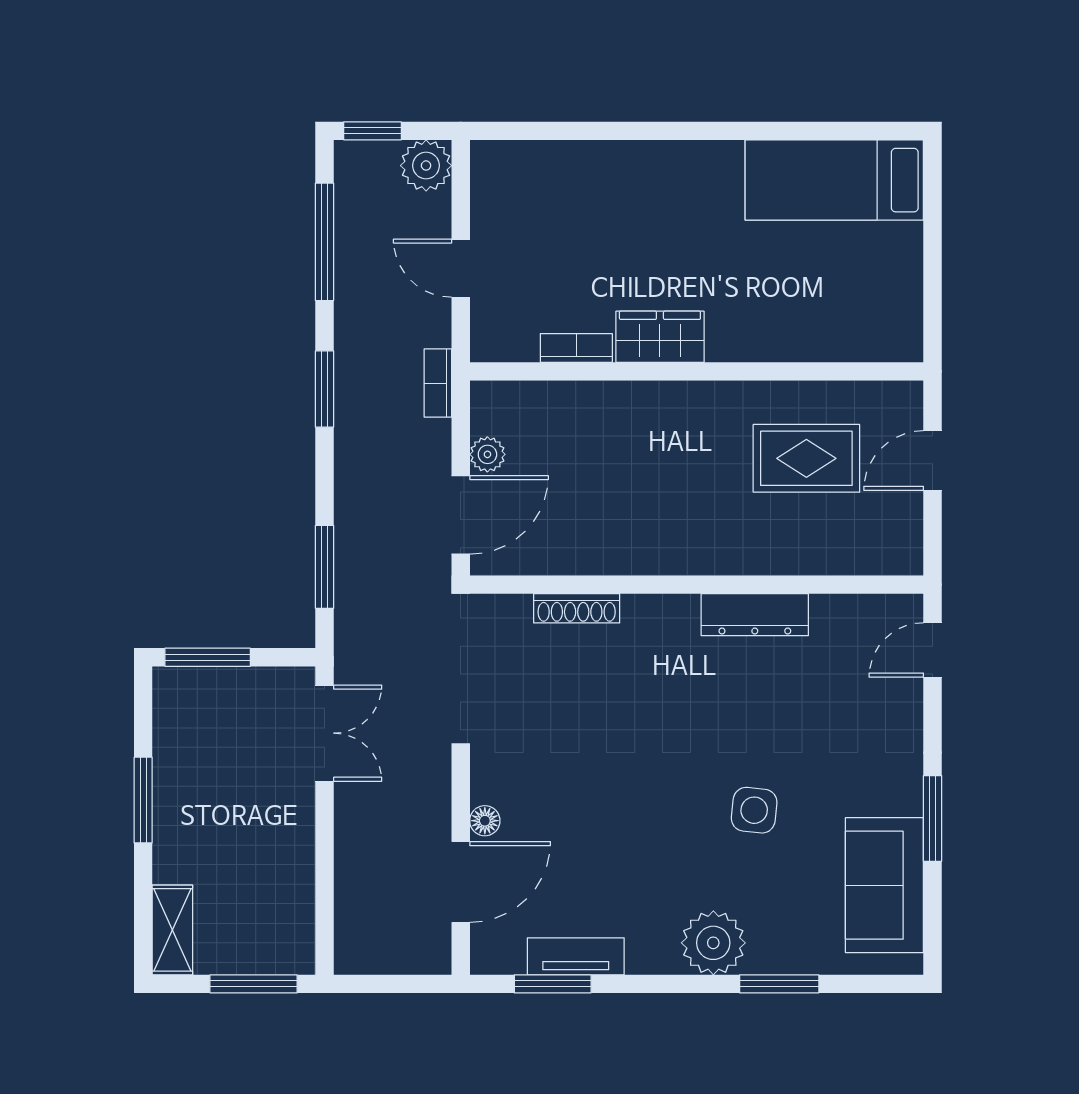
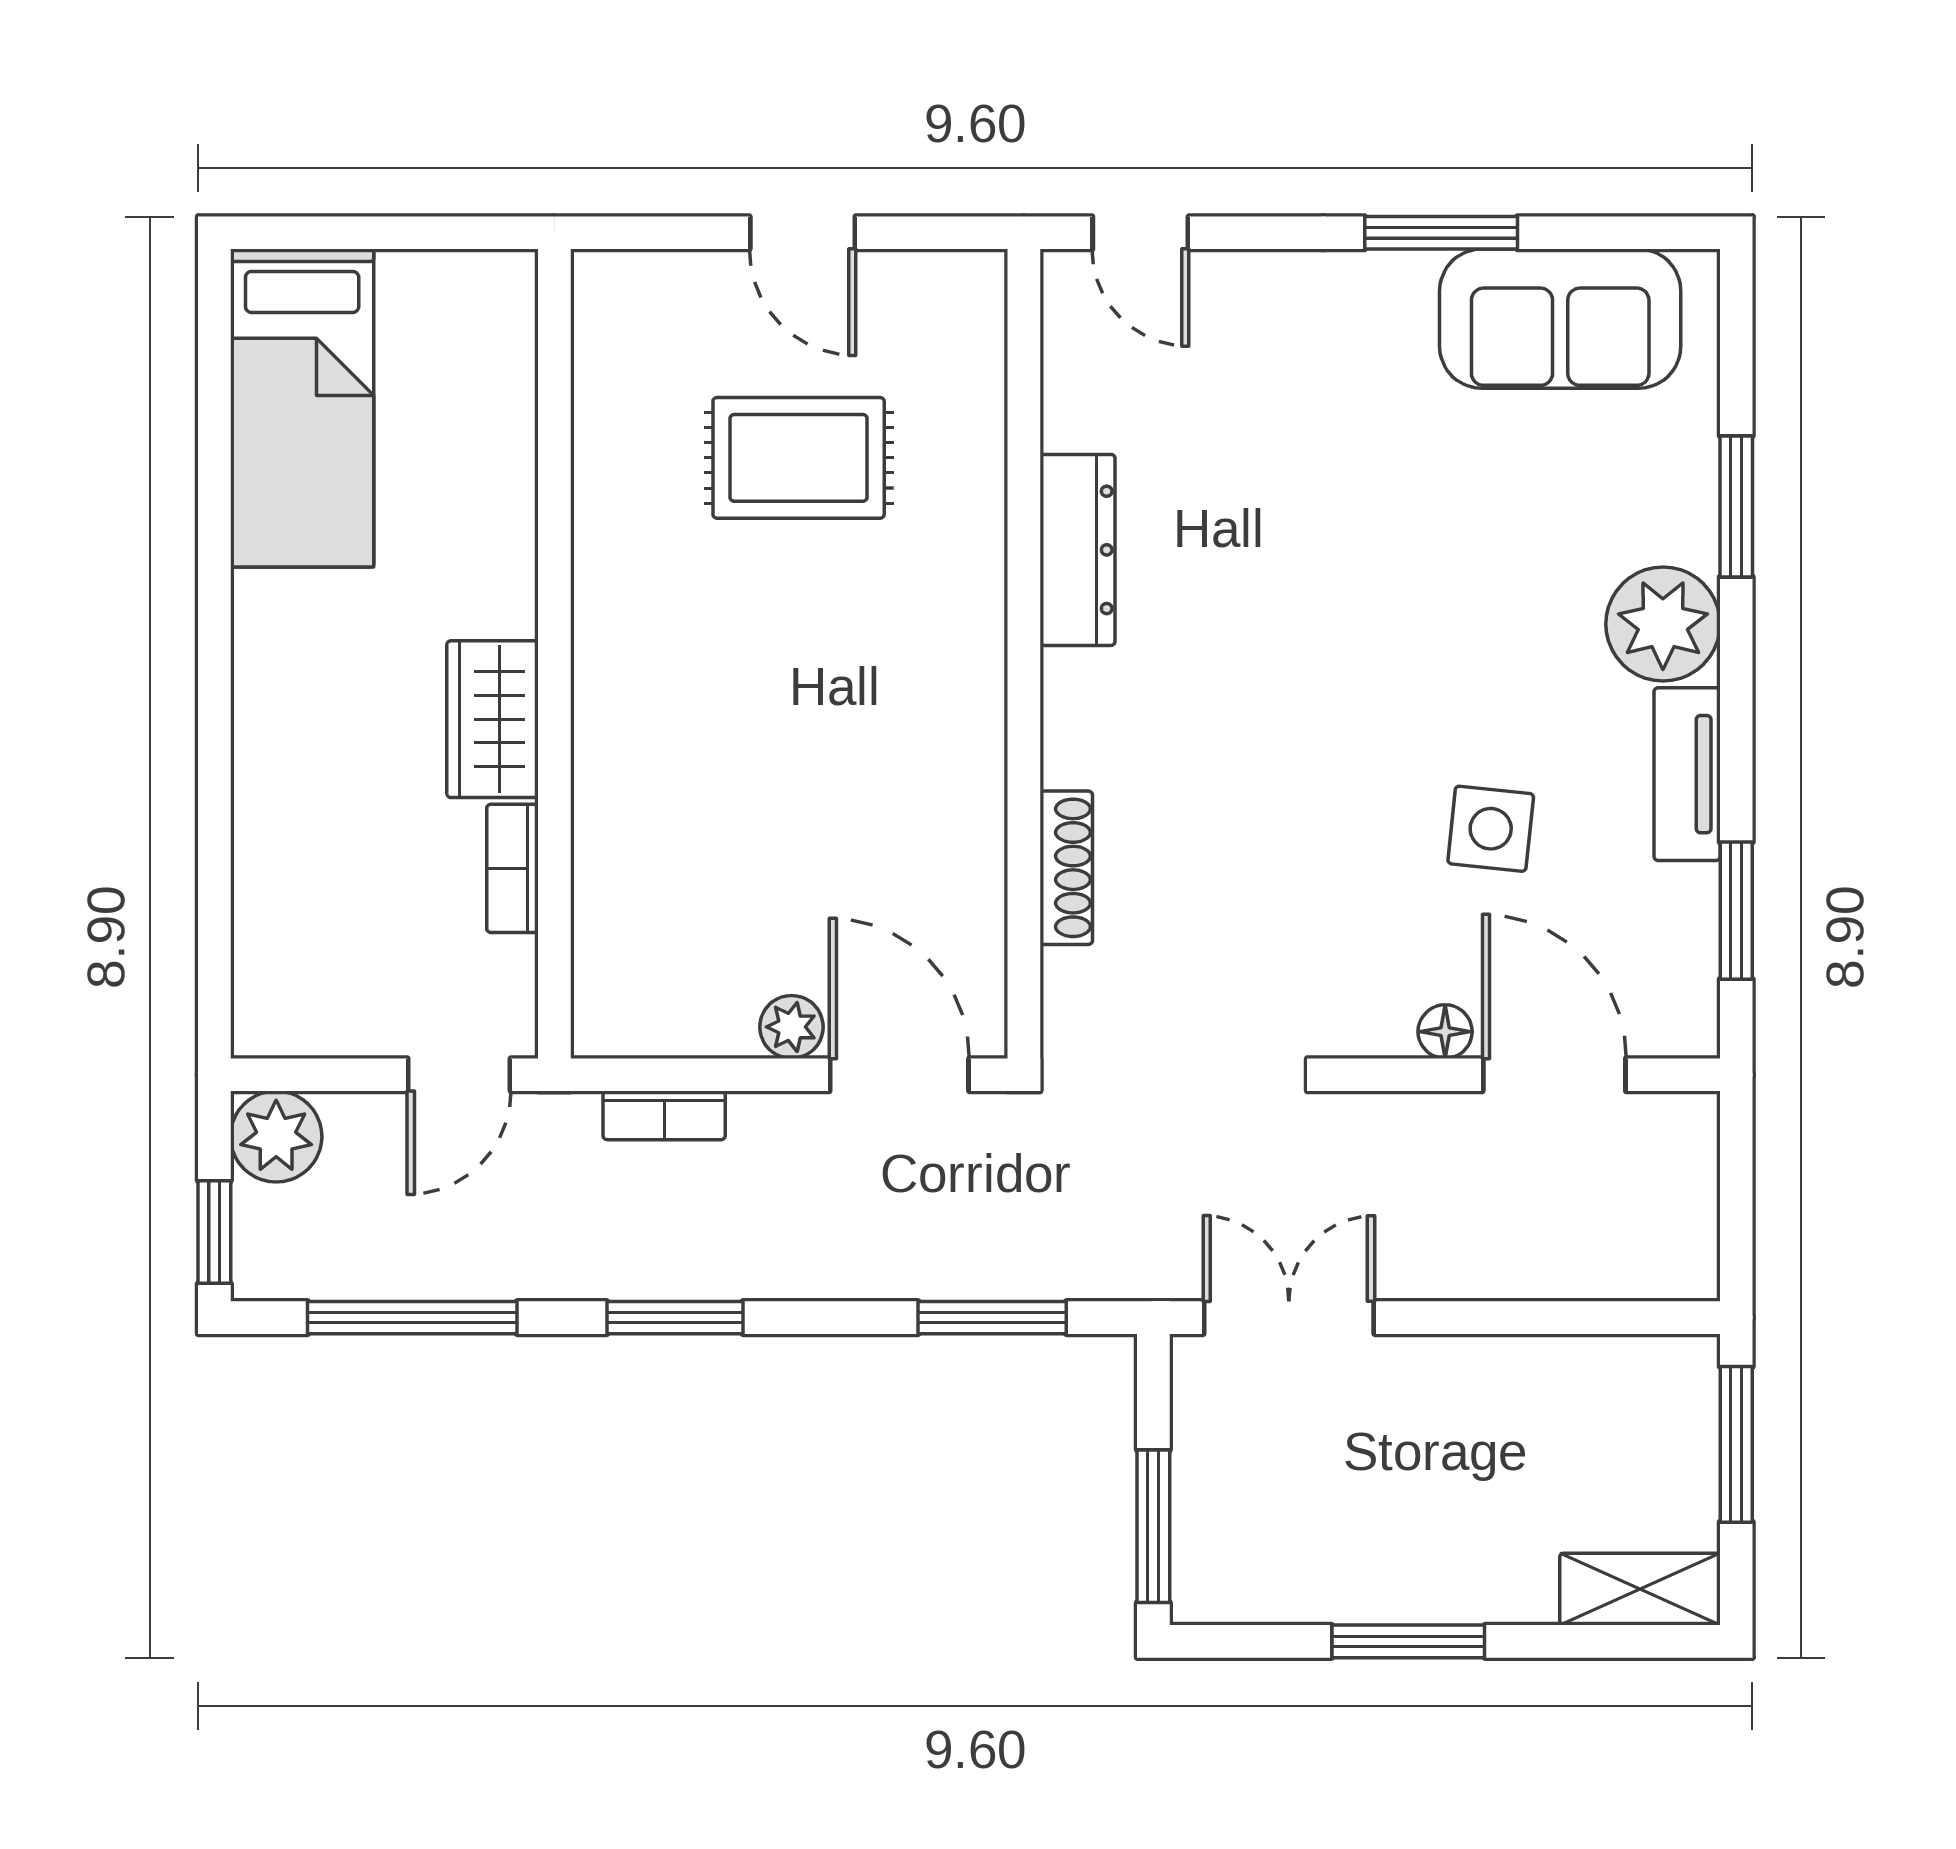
wardrobe: (660, 337) -> (493, 719), moved
bookcase: (576, 348) -> (512, 868), moved
wall: (697, 371) -> (554, 654), moved
rug: (806, 458) -> (799, 458), turned 90
side table: (754, 810) -> (1491, 829), moved
tv unit: (576, 956) -> (1687, 774), moved

